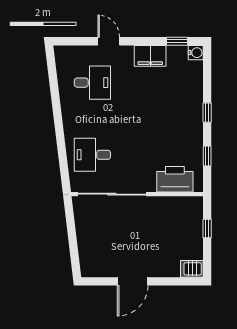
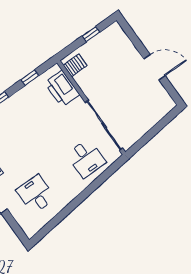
window: (207, 229) -> (91, 34), moved
server rack: (192, 269) -> (75, 65), moved, turned -90

